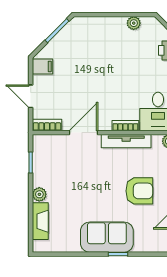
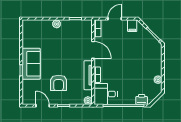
fireplace: (40, 221) -> (41, 24), removed

